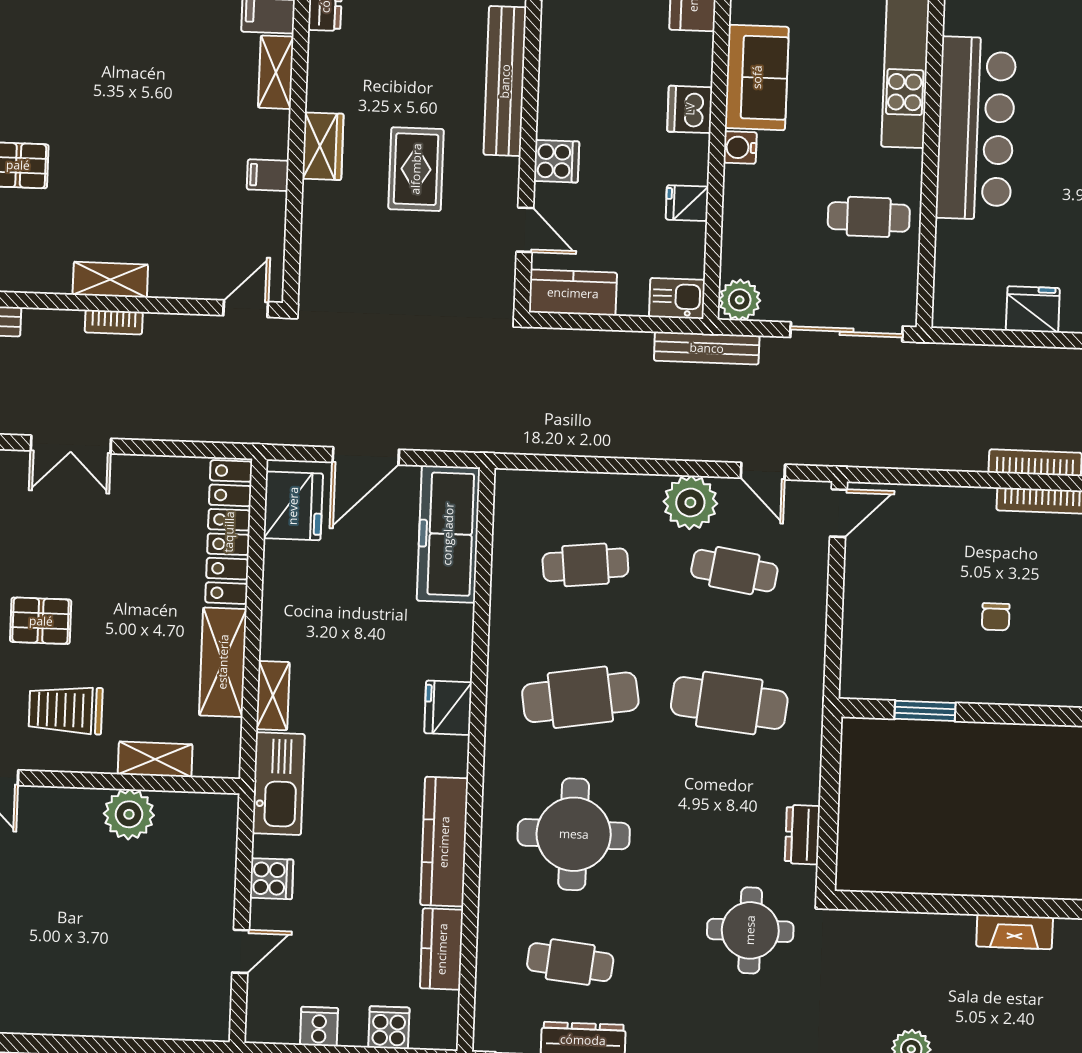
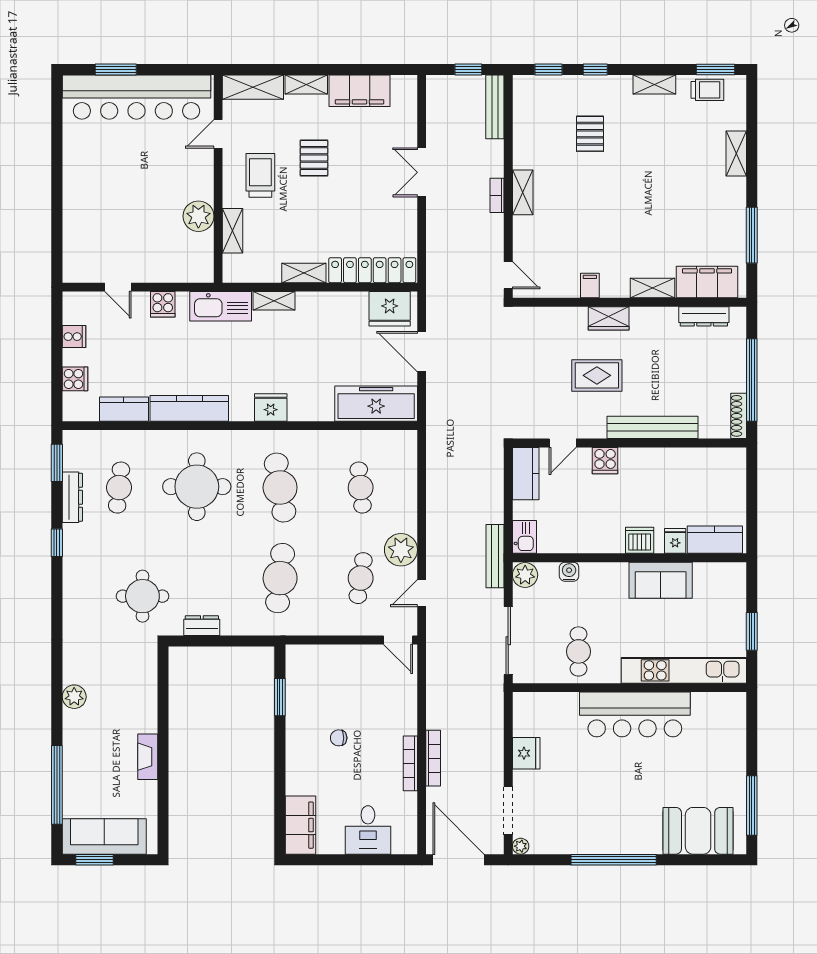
water cooler: (740, 147) -> (569, 572), moved
fridge: (687, 203) -> (675, 541), moved
shelving: (223, 662) -> (304, 273), width x0.67, depth x0.75

